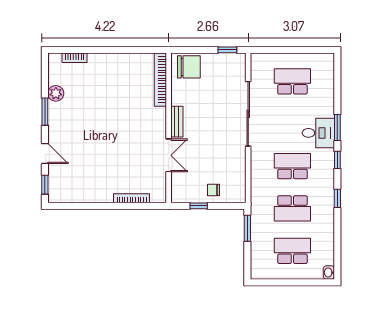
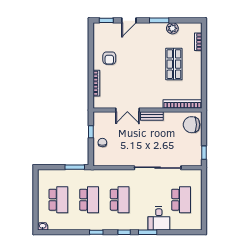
chair: (189, 67) -> (192, 125), turned 90
shop shelf: (105, 91) -> (174, 64), added
desk: (318, 133) -> (159, 219), moved
armchair: (97, 180) -> (109, 58), added
school desk: (292, 208) -> (89, 200), turned 180

